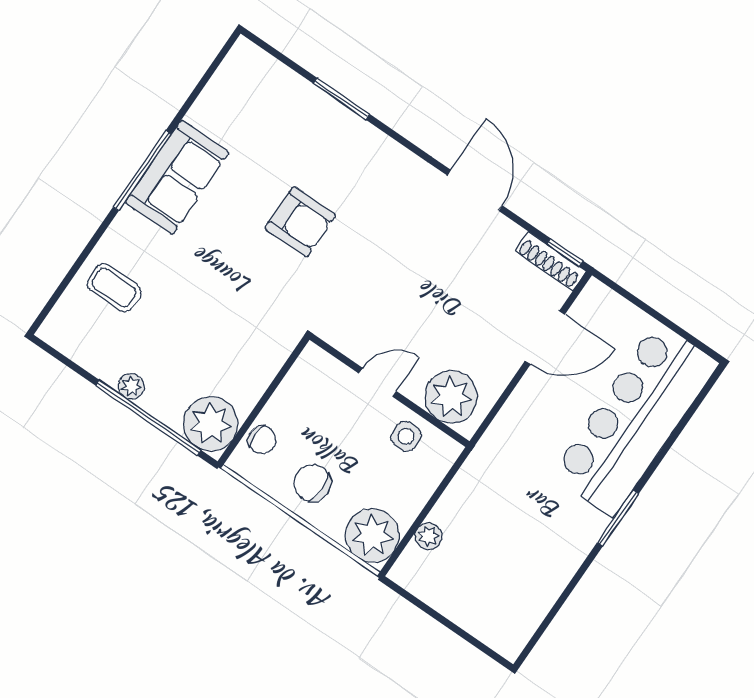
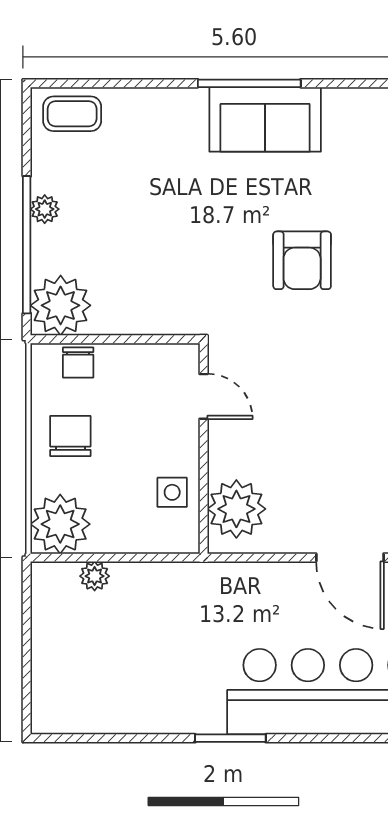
coffee table: (114, 288) -> (72, 114), moved, turned 90
door: (377, 382) -> (204, 396), moved

